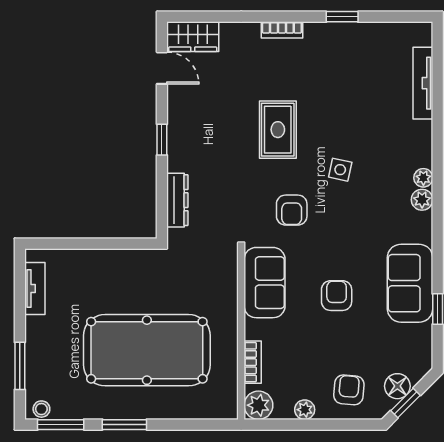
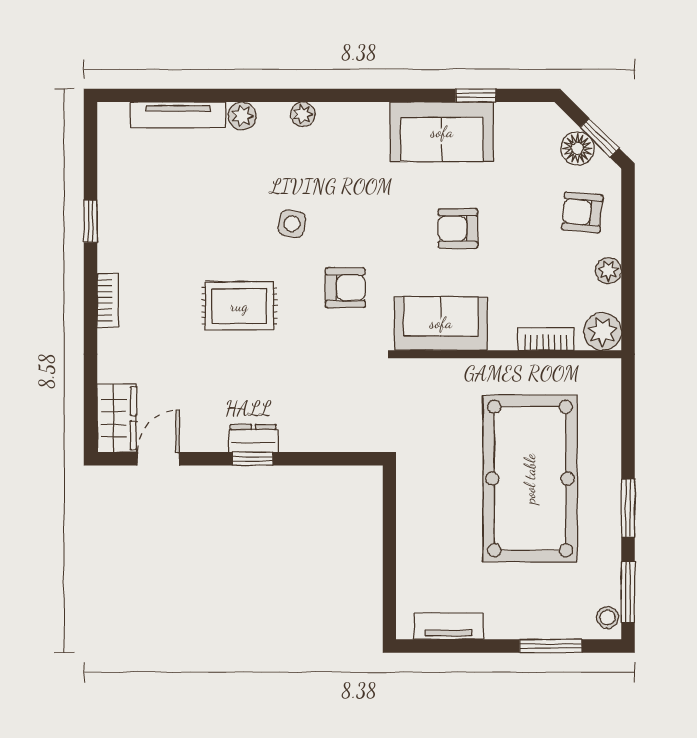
dresser: (177, 200) -> (253, 438), moved, width x0.70
plant: (422, 200) -> (242, 116), moved

